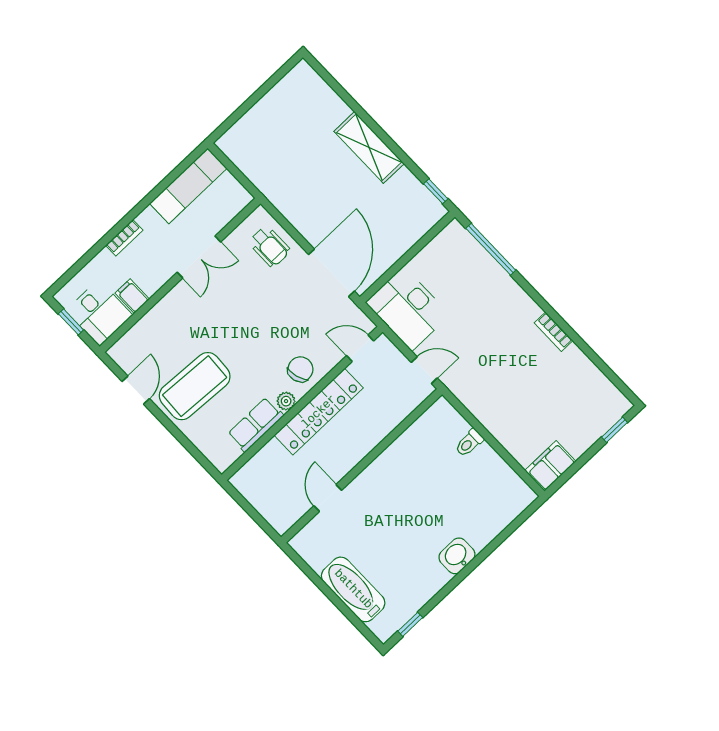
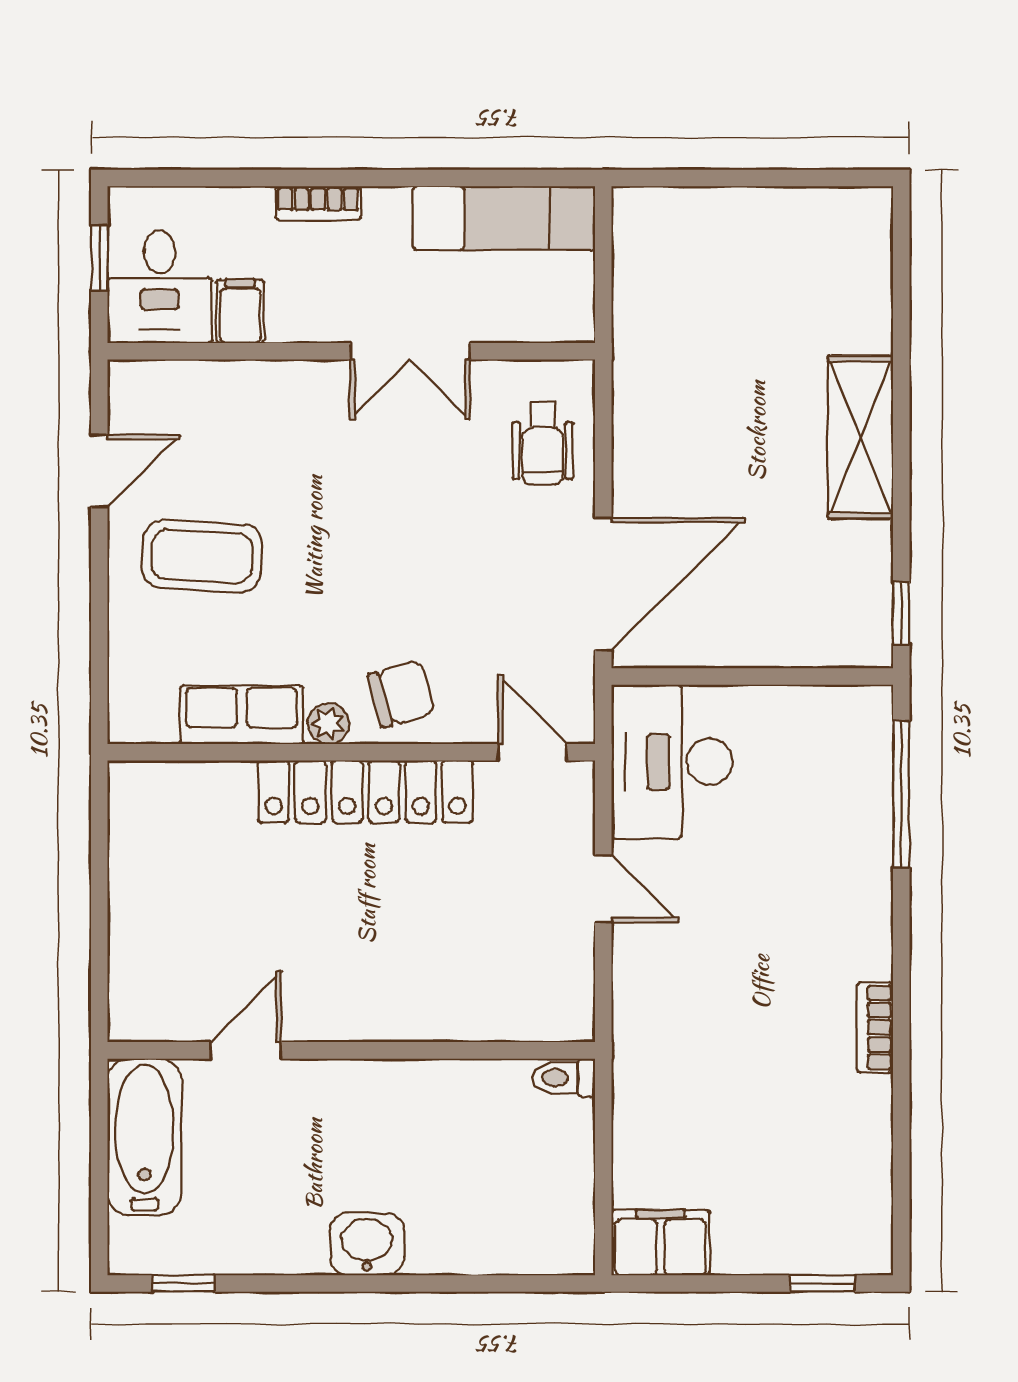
coffee table: (195, 386) -> (202, 556), width x0.73, depth x0.76
wall: (362, 466) -> (351, 1050), moved
door: (328, 498) -> (245, 1050), moved

